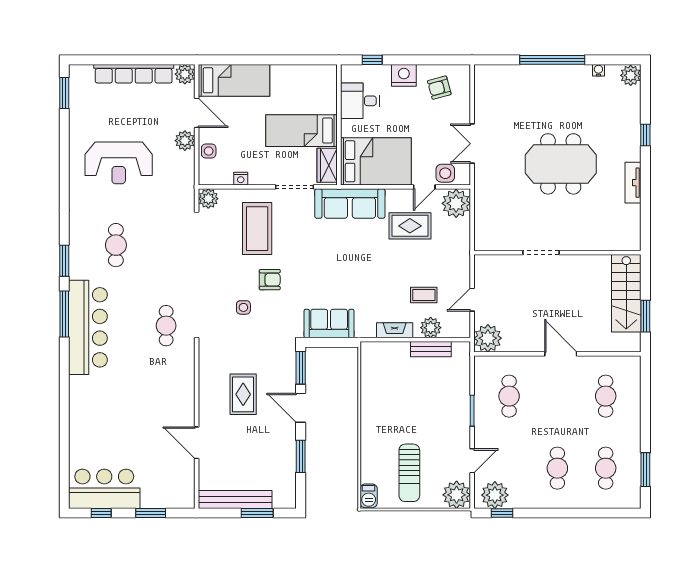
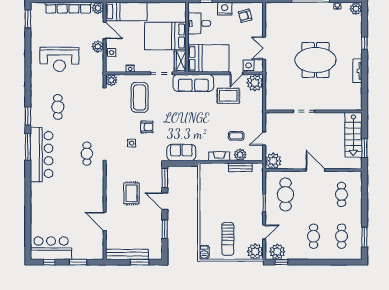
bed: (301, 131) -> (165, 36), width x1.50
cafe table: (509, 396) -> (286, 194), width x1.37, depth x1.35

